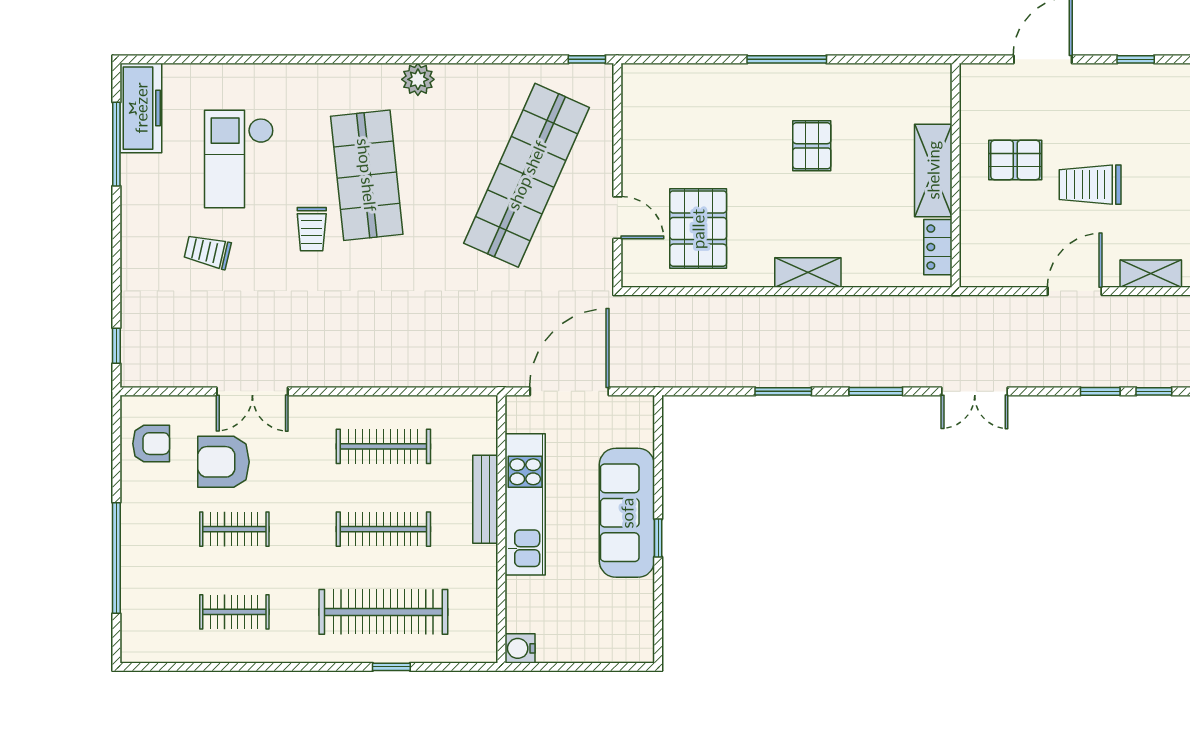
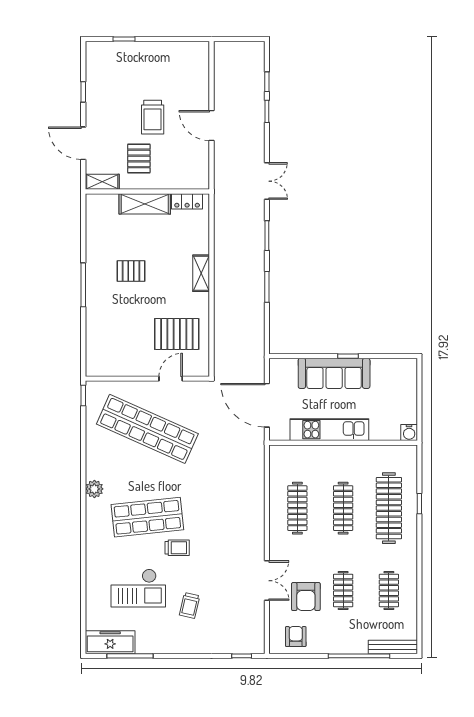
shelving: (1151, 274) -> (102, 182), moved, turned 90
bench: (485, 499) -> (393, 647), moved

